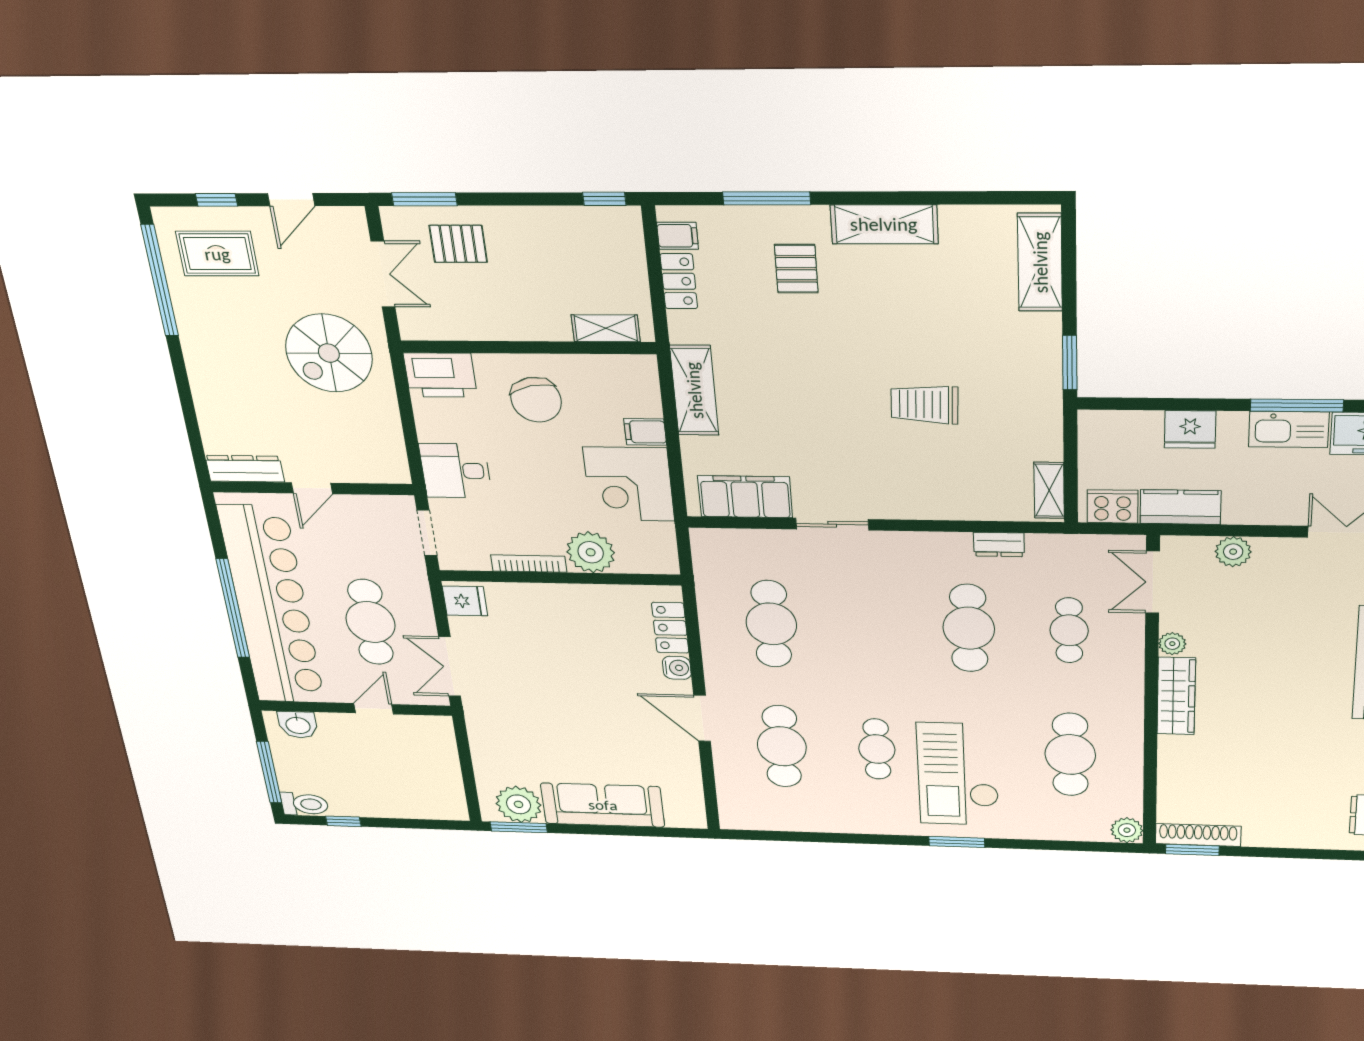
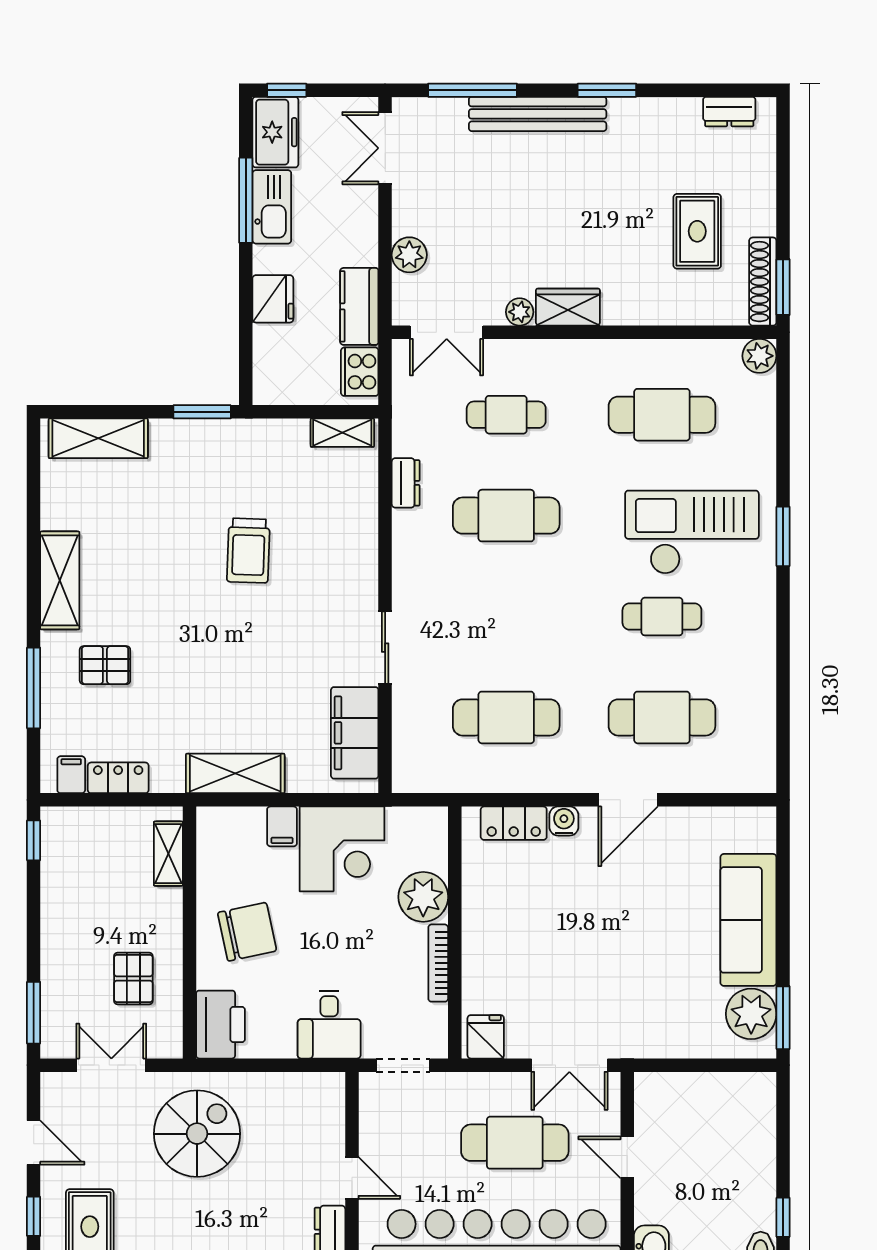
pallet: (458, 244) -> (133, 978), moved
spiral stairs: (329, 353) -> (197, 1134), turned -90
wardrobe: (1176, 696) -> (568, 307), width x0.67
checkout: (958, 774) -> (692, 532), turned 180
rug: (1249, 787) -> (697, 231), added

